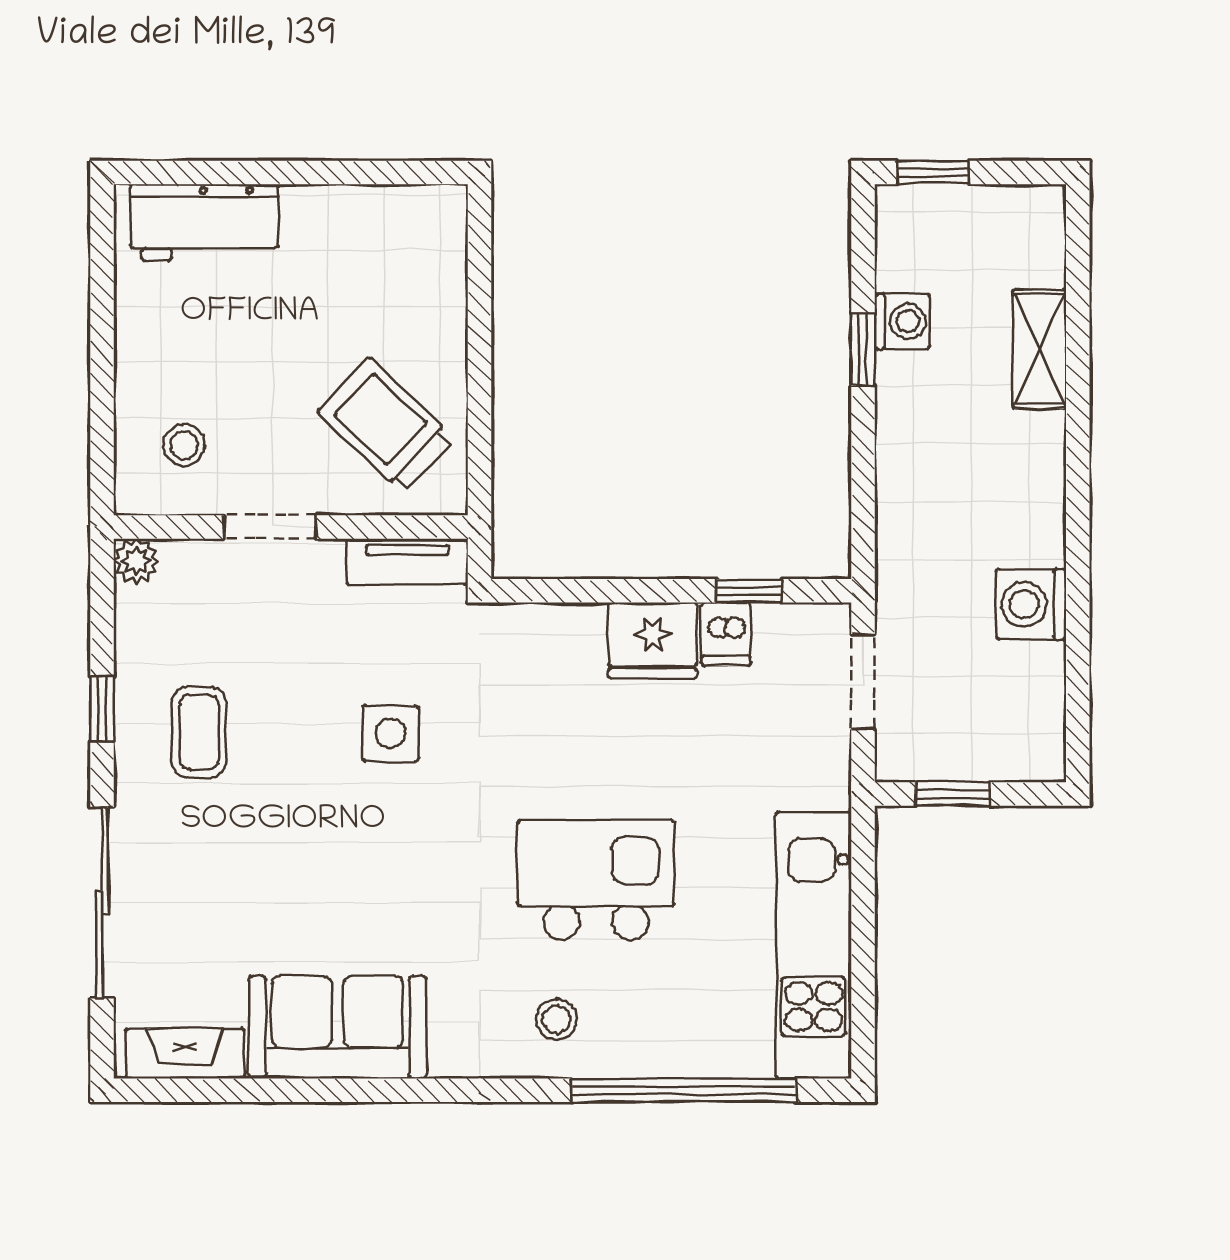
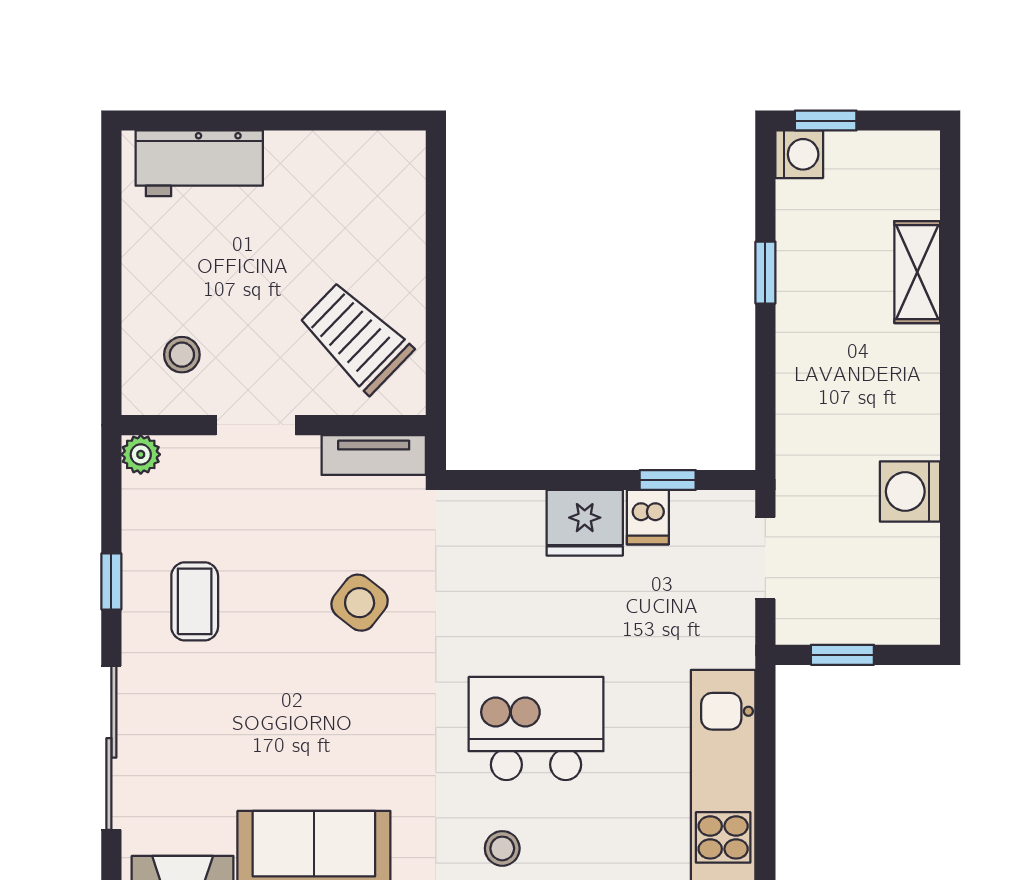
washing machine: (902, 321) -> (799, 154), moved
side table: (391, 733) -> (360, 603), turned 38

